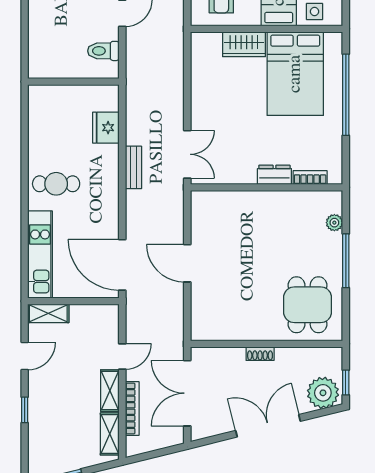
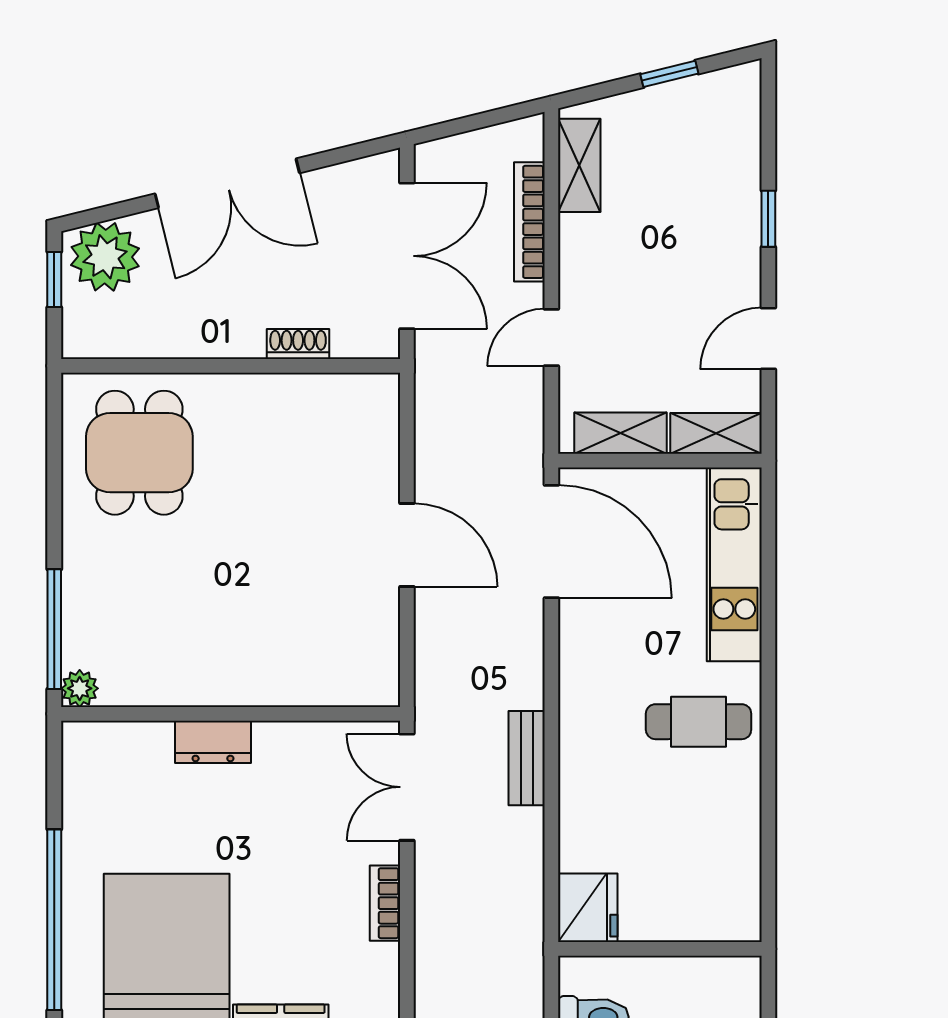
fridge: (106, 128) -> (588, 908), moved
bookcase: (310, 177) -> (385, 903), moved, turned 90
plant: (334, 223) -> (80, 688), moved
window: (346, 261) -> (54, 629), moved
shoe rack: (260, 354) -> (298, 344), moved
shelving: (110, 391) -> (621, 433), moved, turned 90

